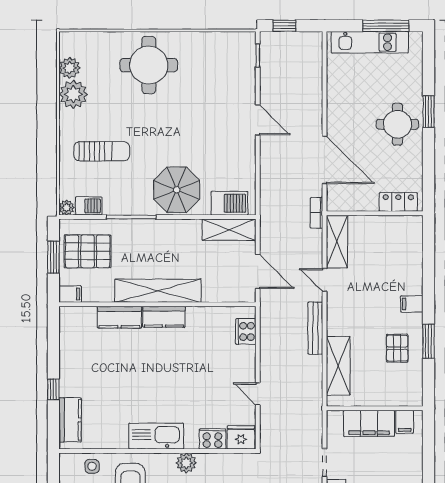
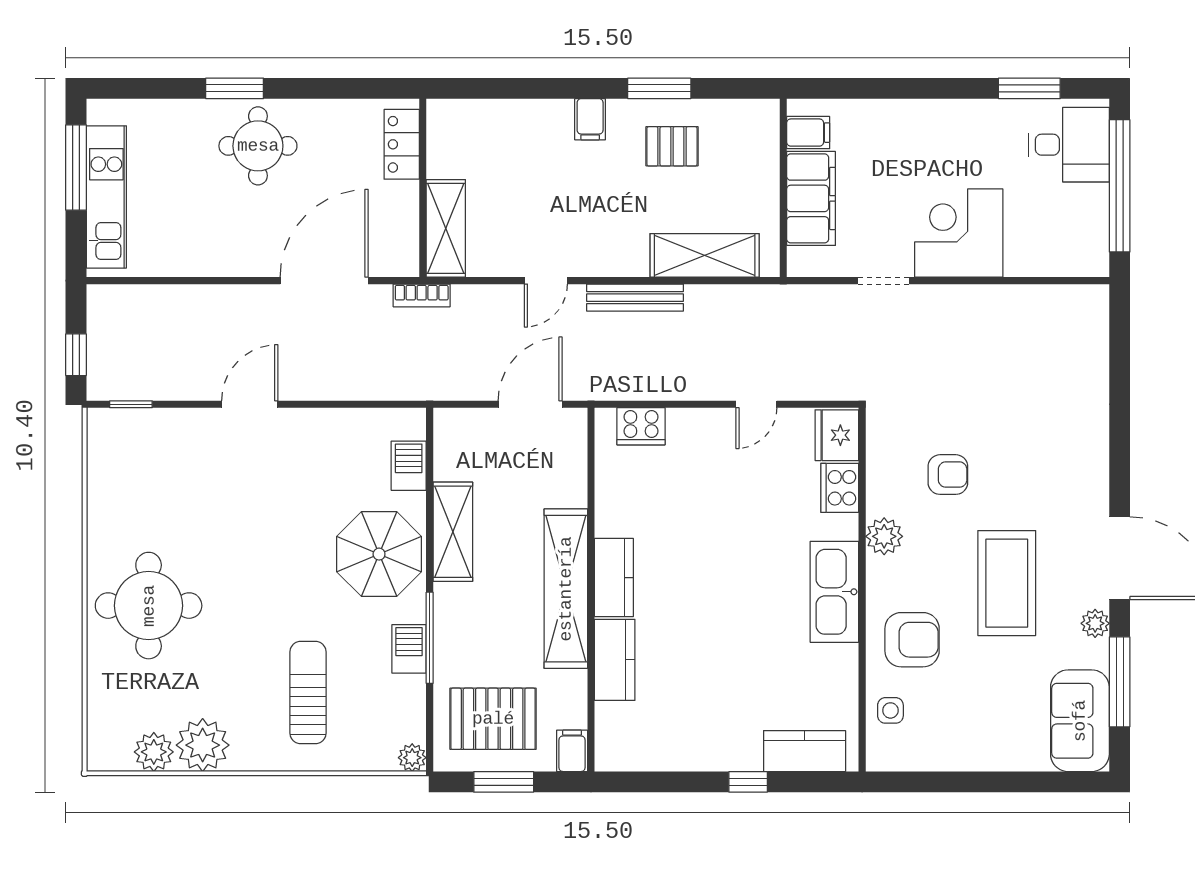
barbecue: (229, 203) -> (409, 466), width x0.73, depth x0.79
barbecue: (89, 206) -> (409, 649), moved
shelving: (229, 230) -> (453, 532), moved
shelving: (337, 242) -> (446, 228), moved, turned 90
pallet: (88, 251) -> (493, 719), turned 90

